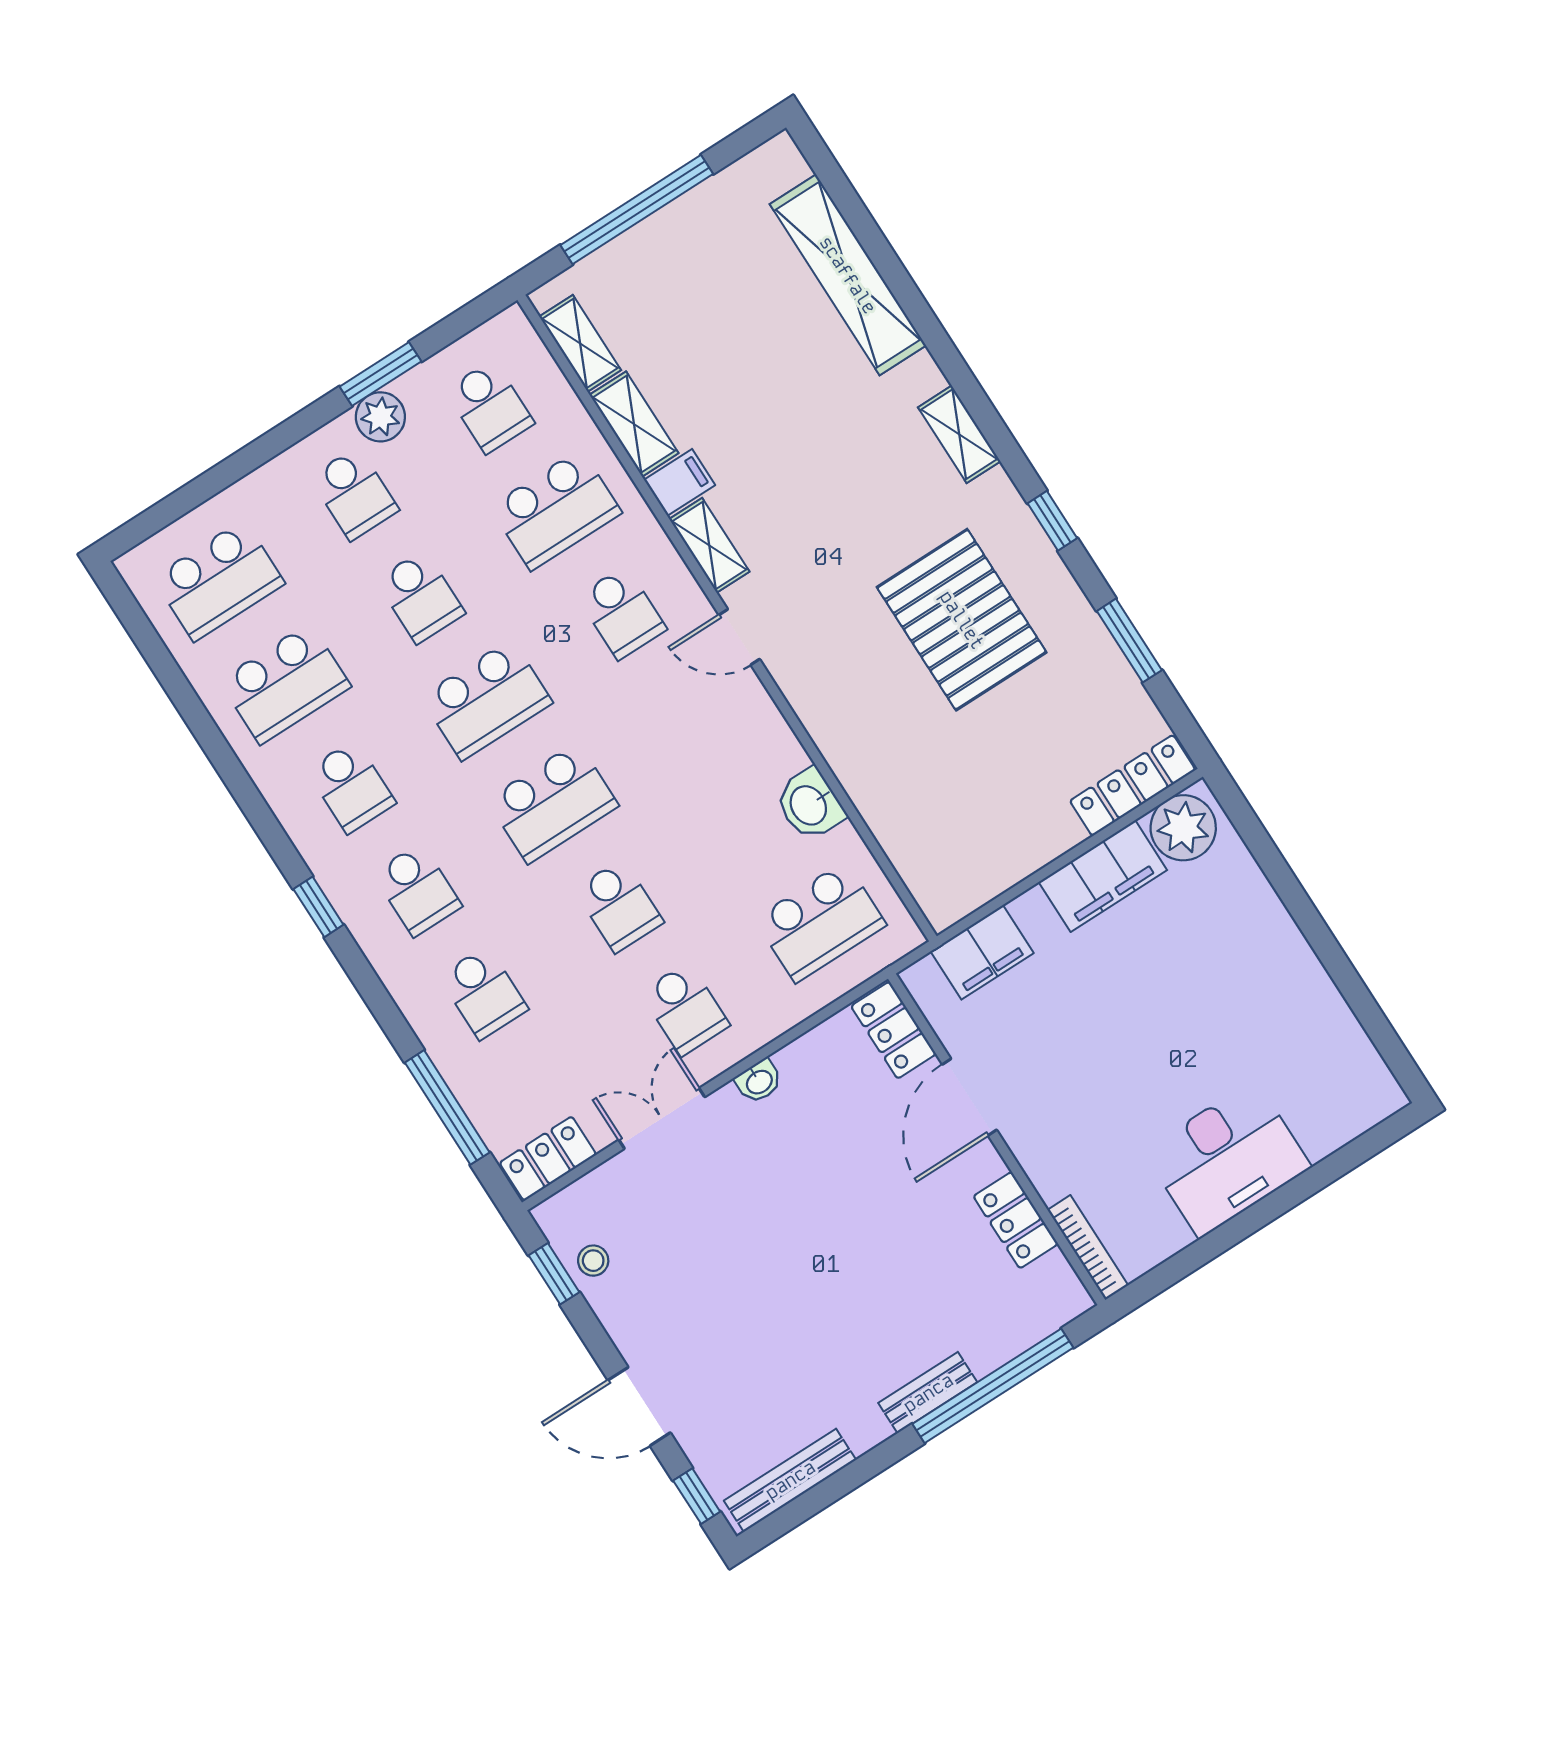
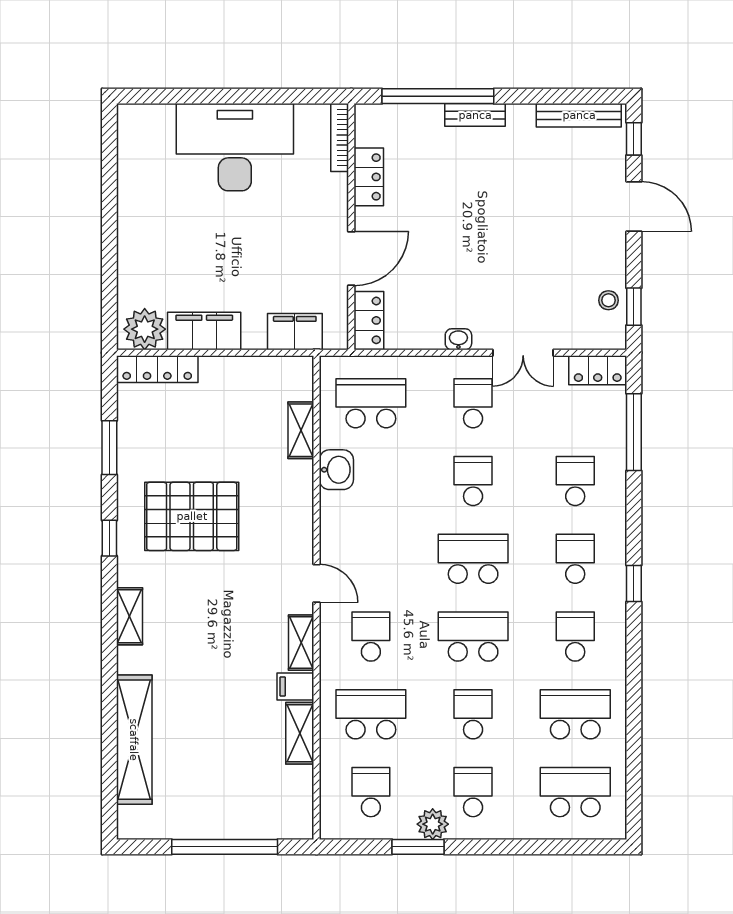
shelving: (580, 343) -> (301, 430), moved
pallet: (962, 620) -> (192, 516), turned 90
desk: (1227, 1159) -> (235, 147), width x1.36, depth x1.30

